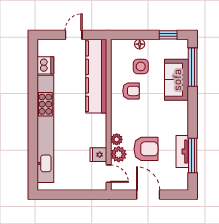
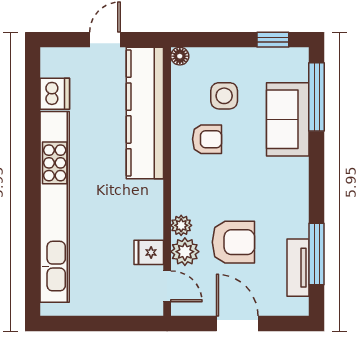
floor lamp: (140, 44) -> (180, 56), moved
tv unit: (182, 152) -> (298, 268), moved

